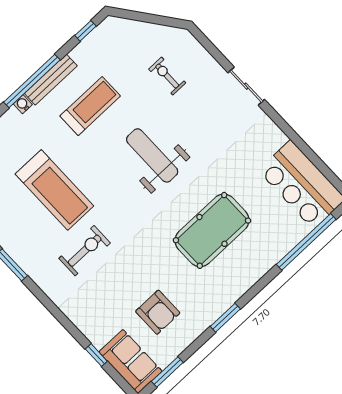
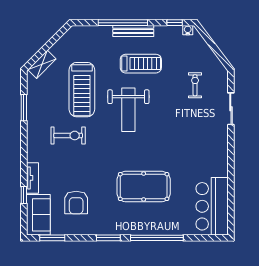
sliding door: (246, 86) -> (231, 109), moved
water cooler: (23, 104) -> (188, 30), moved
weight bench: (152, 155) -> (128, 110), moved, turned 180
window: (306, 242) -> (157, 238), moved
tv unit: (89, 329) -> (32, 178), added

